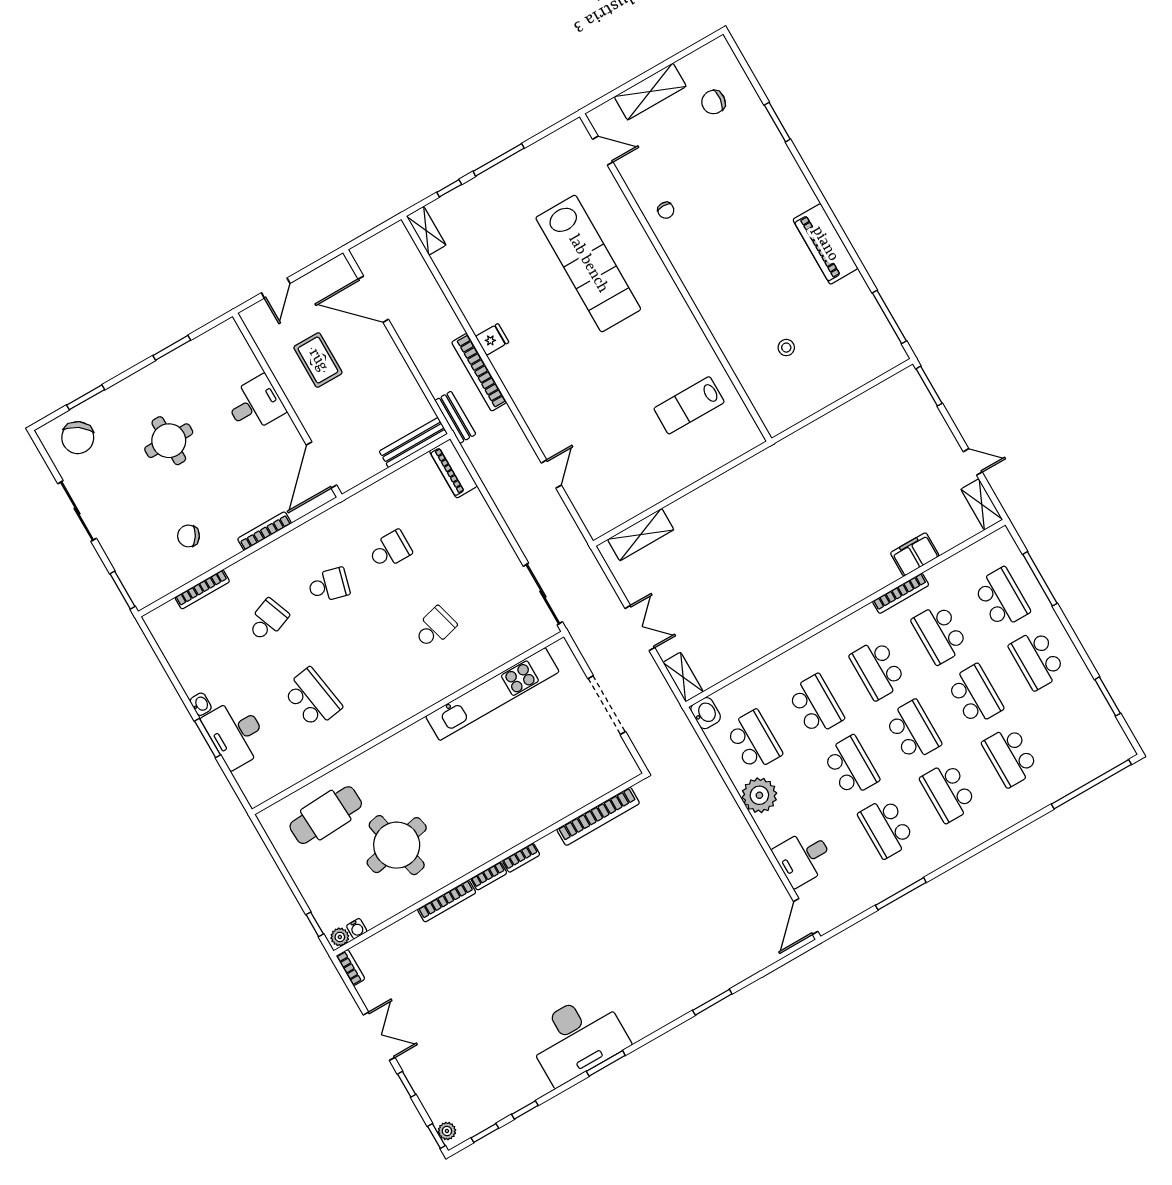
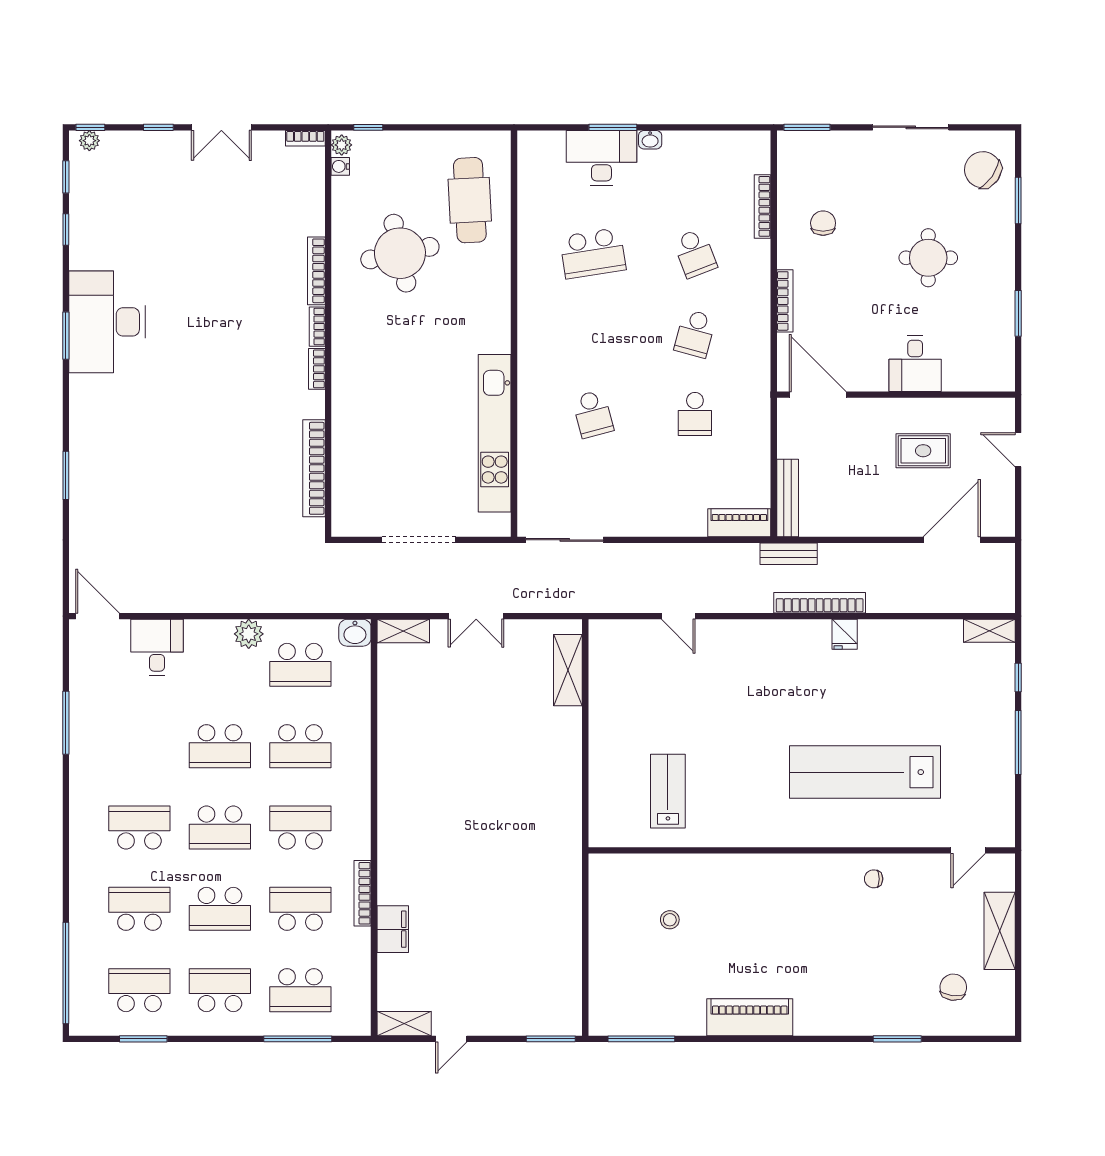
chair: (188, 536) -> (823, 223), turned -32
plant: (759, 795) -> (249, 634), width x0.73, depth x0.73
school desk: (886, 828) -> (139, 990), moved

